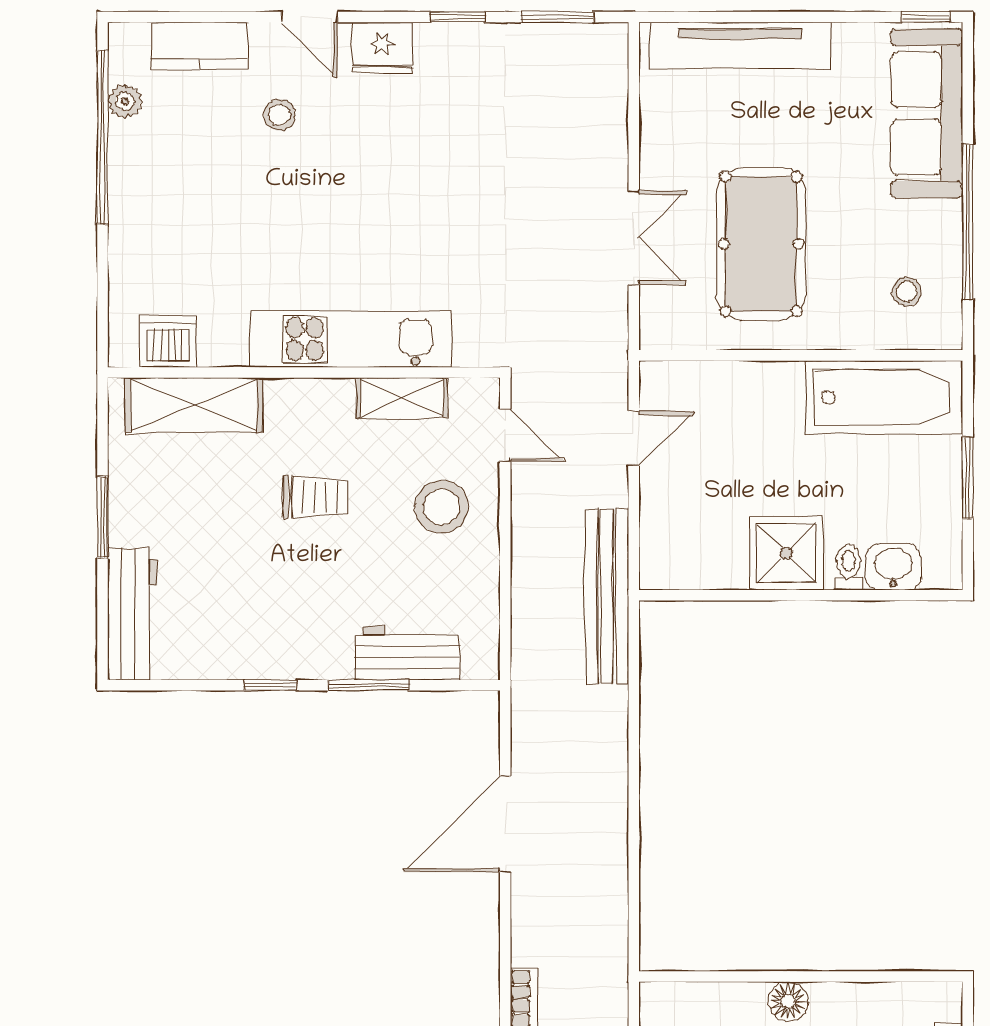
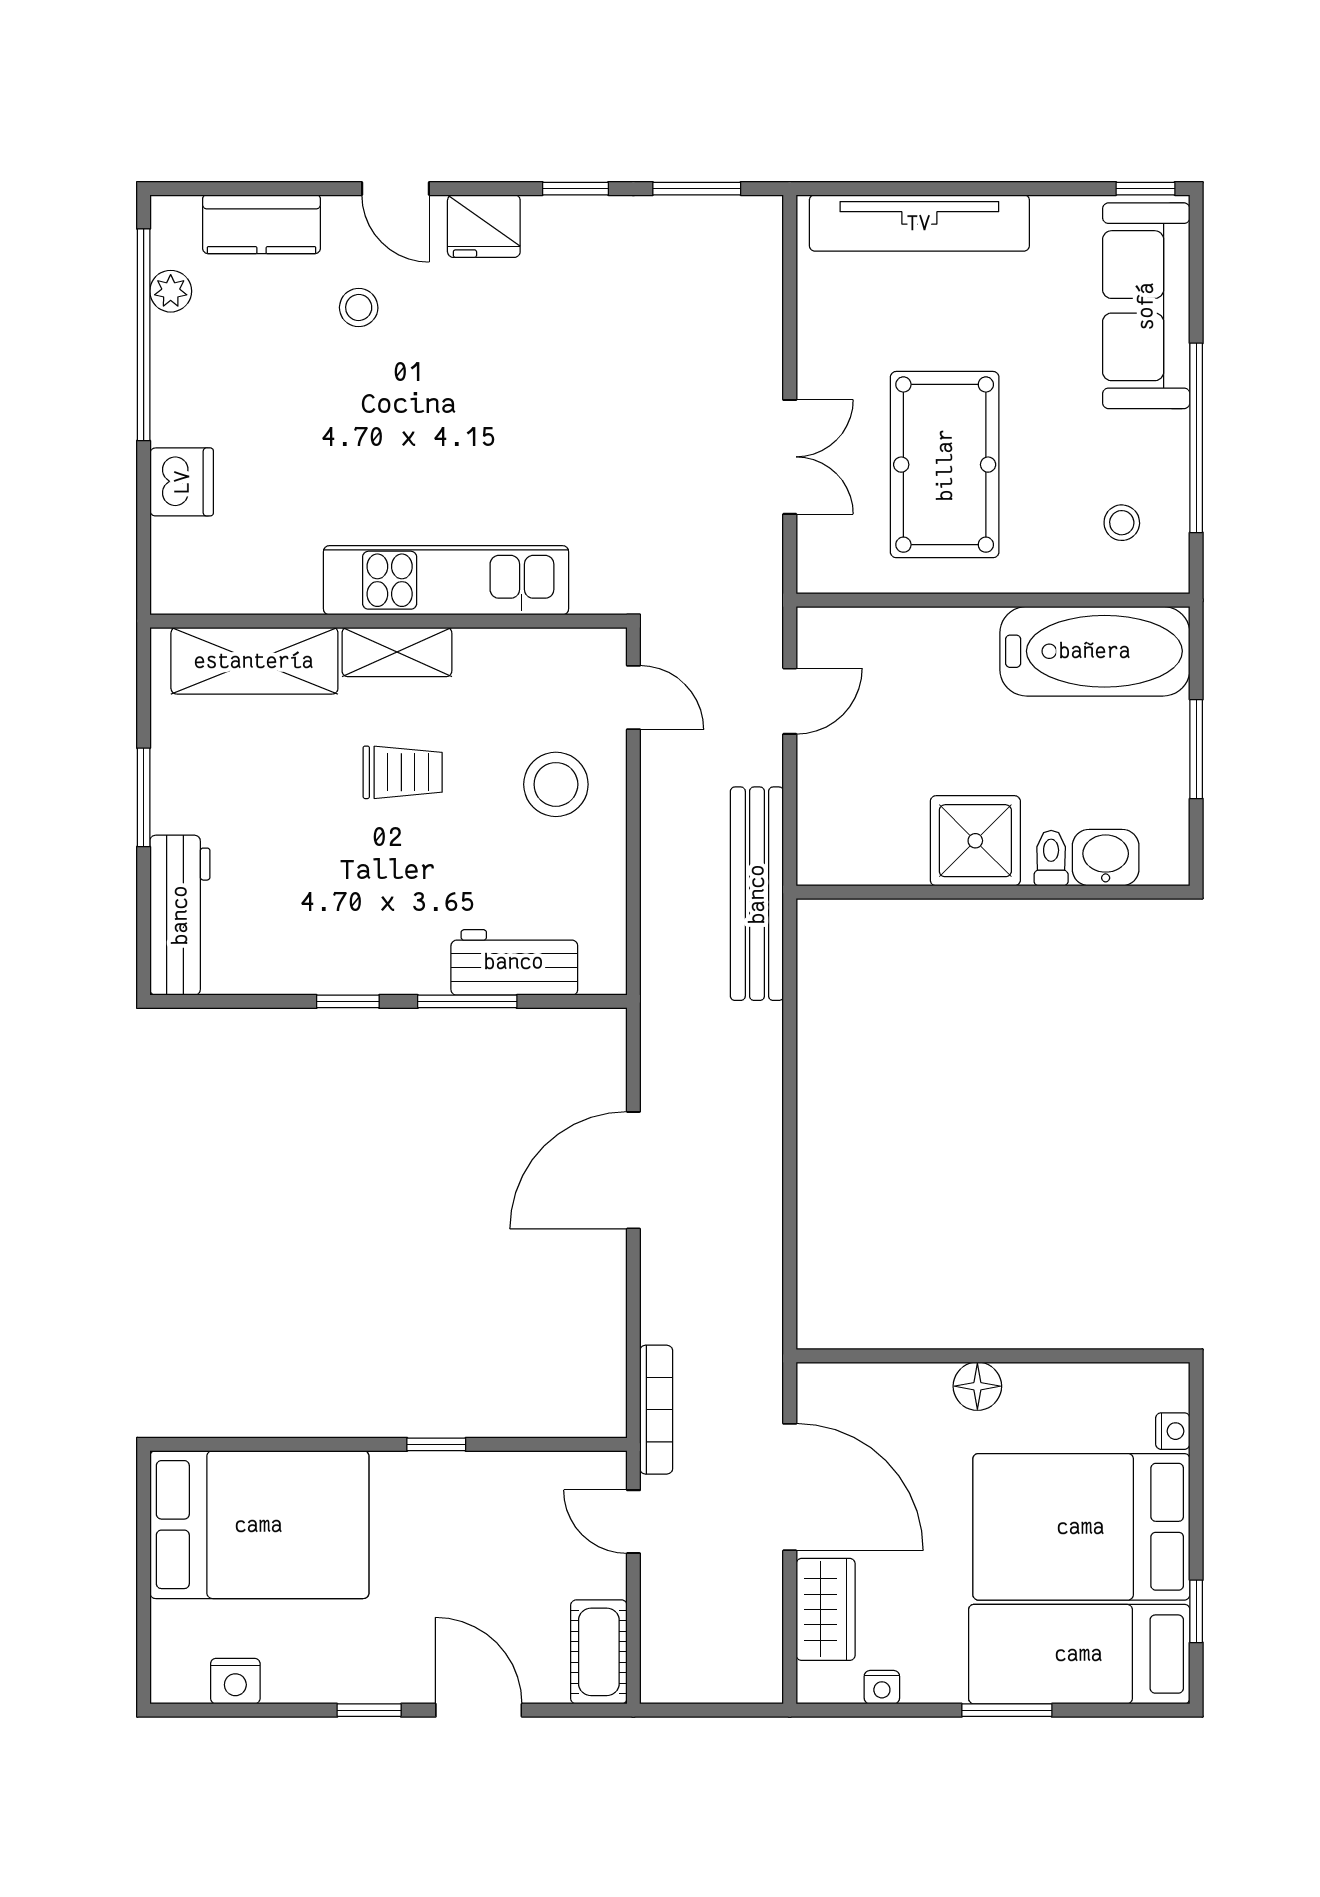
dishwasher: (168, 341) -> (182, 482), moved, turned 90
shelving: (402, 398) -> (397, 652), moved

